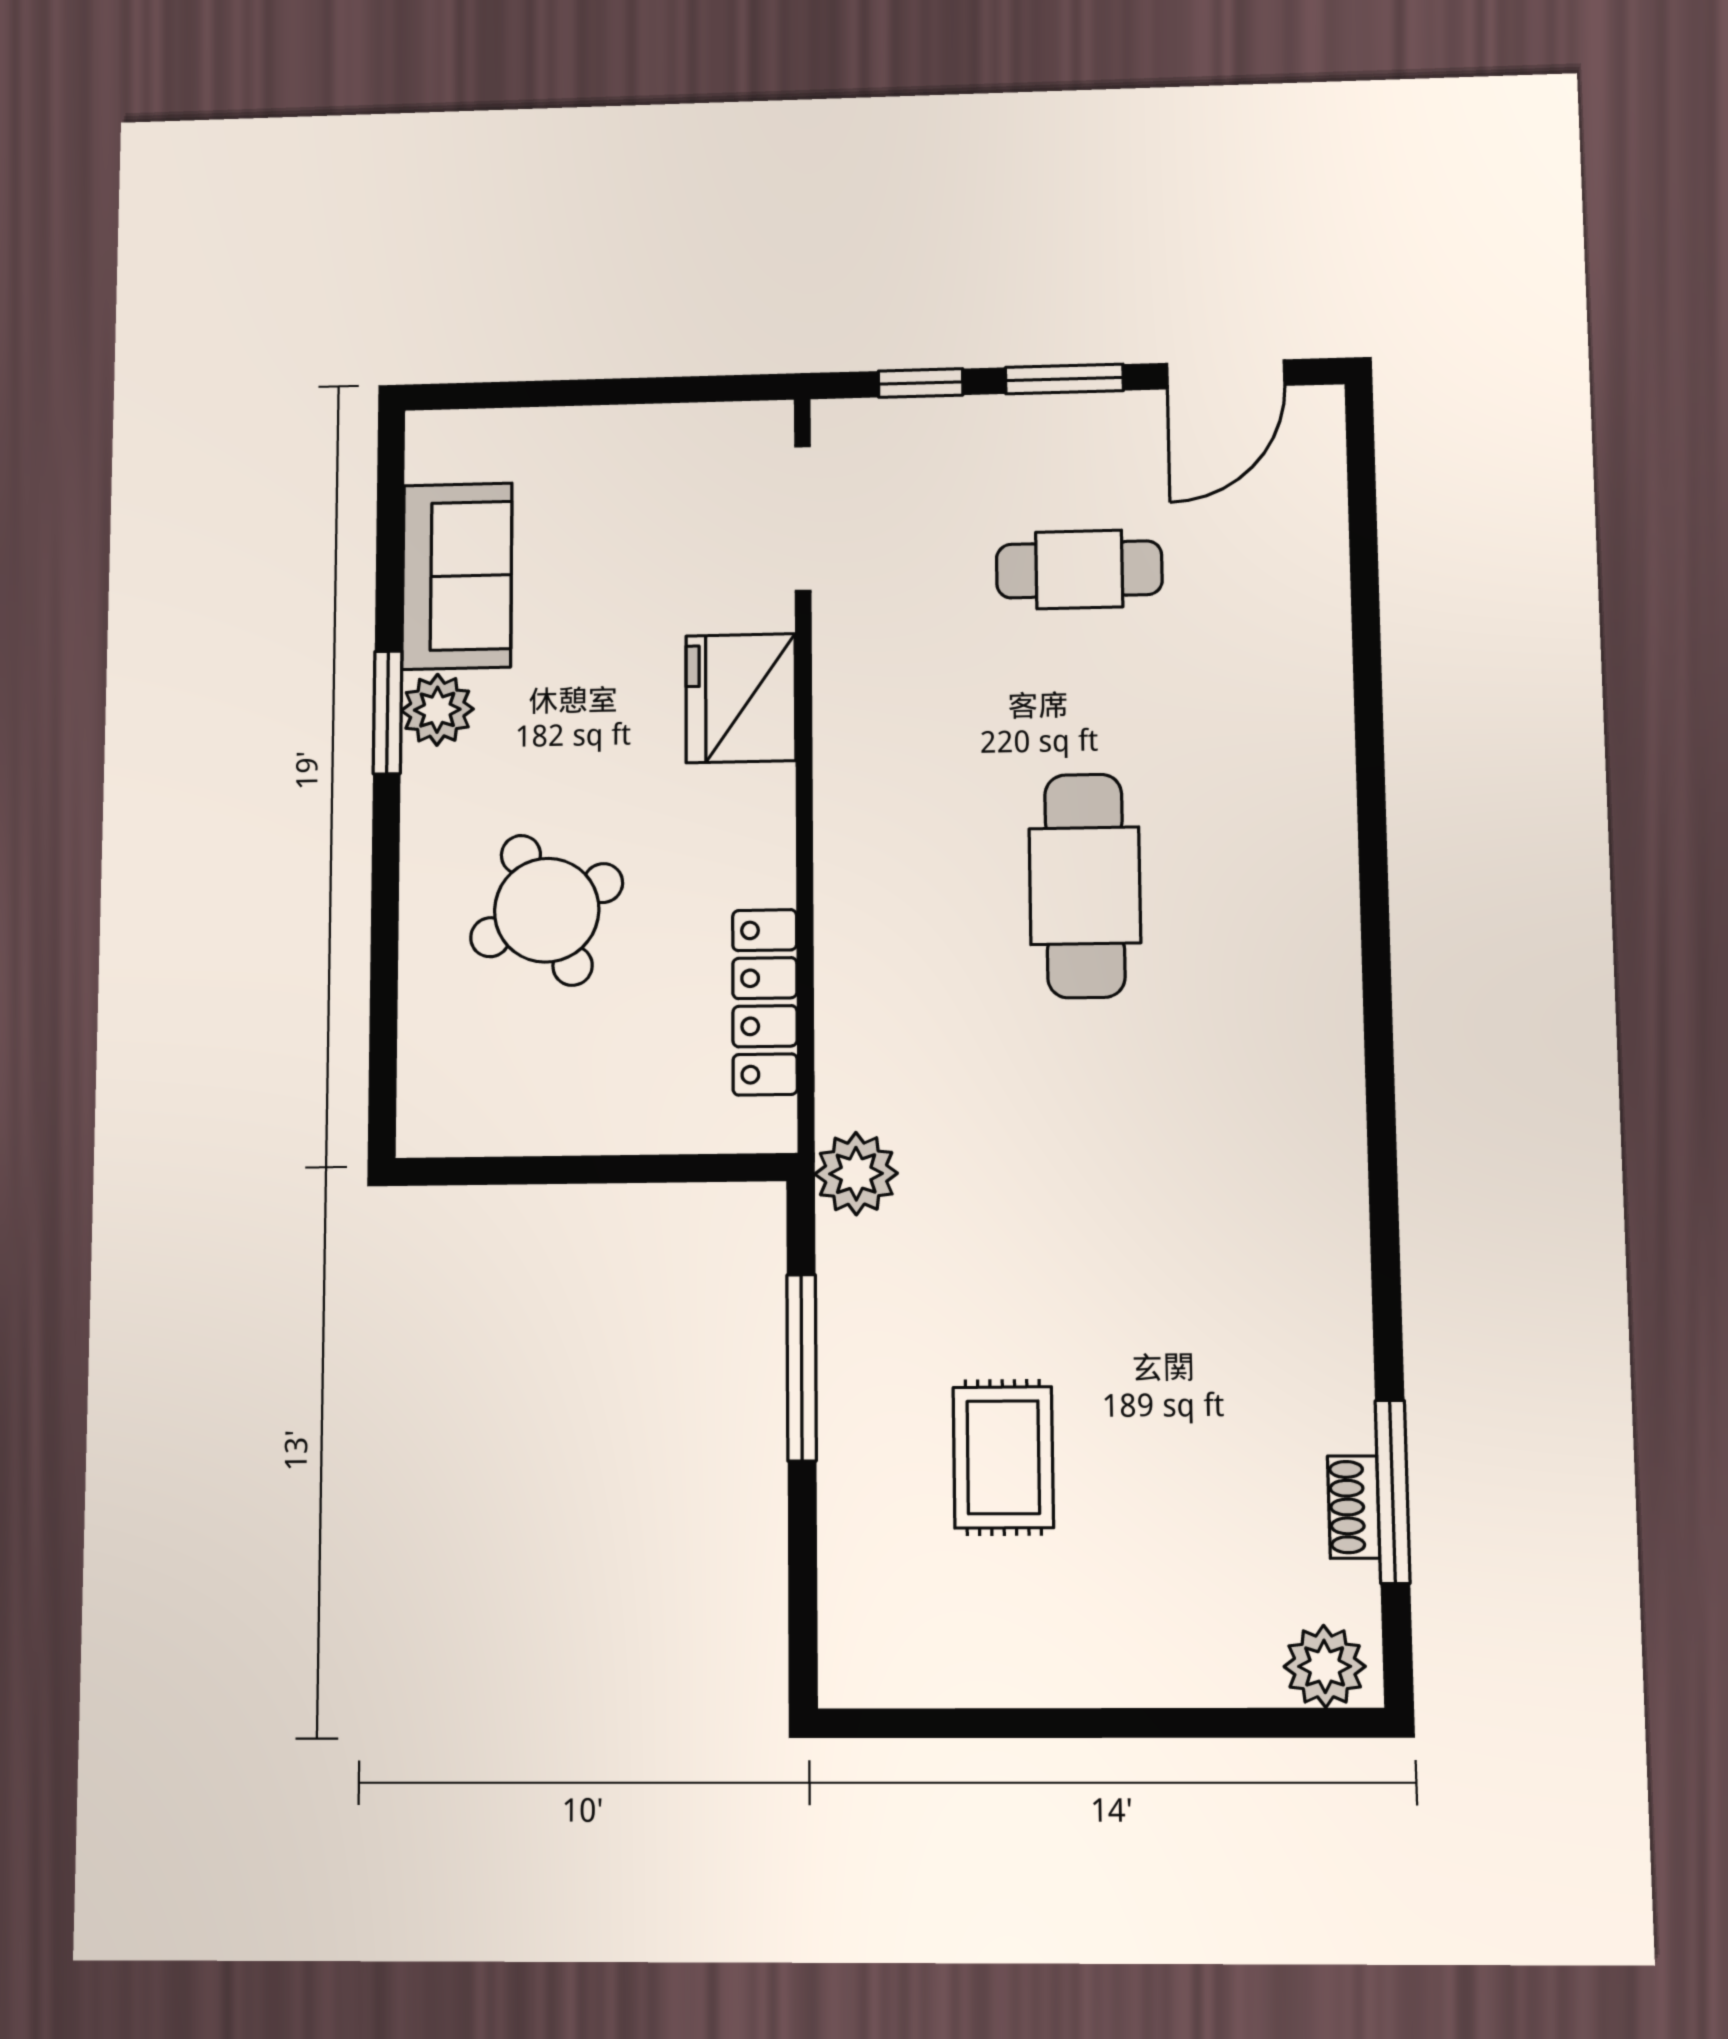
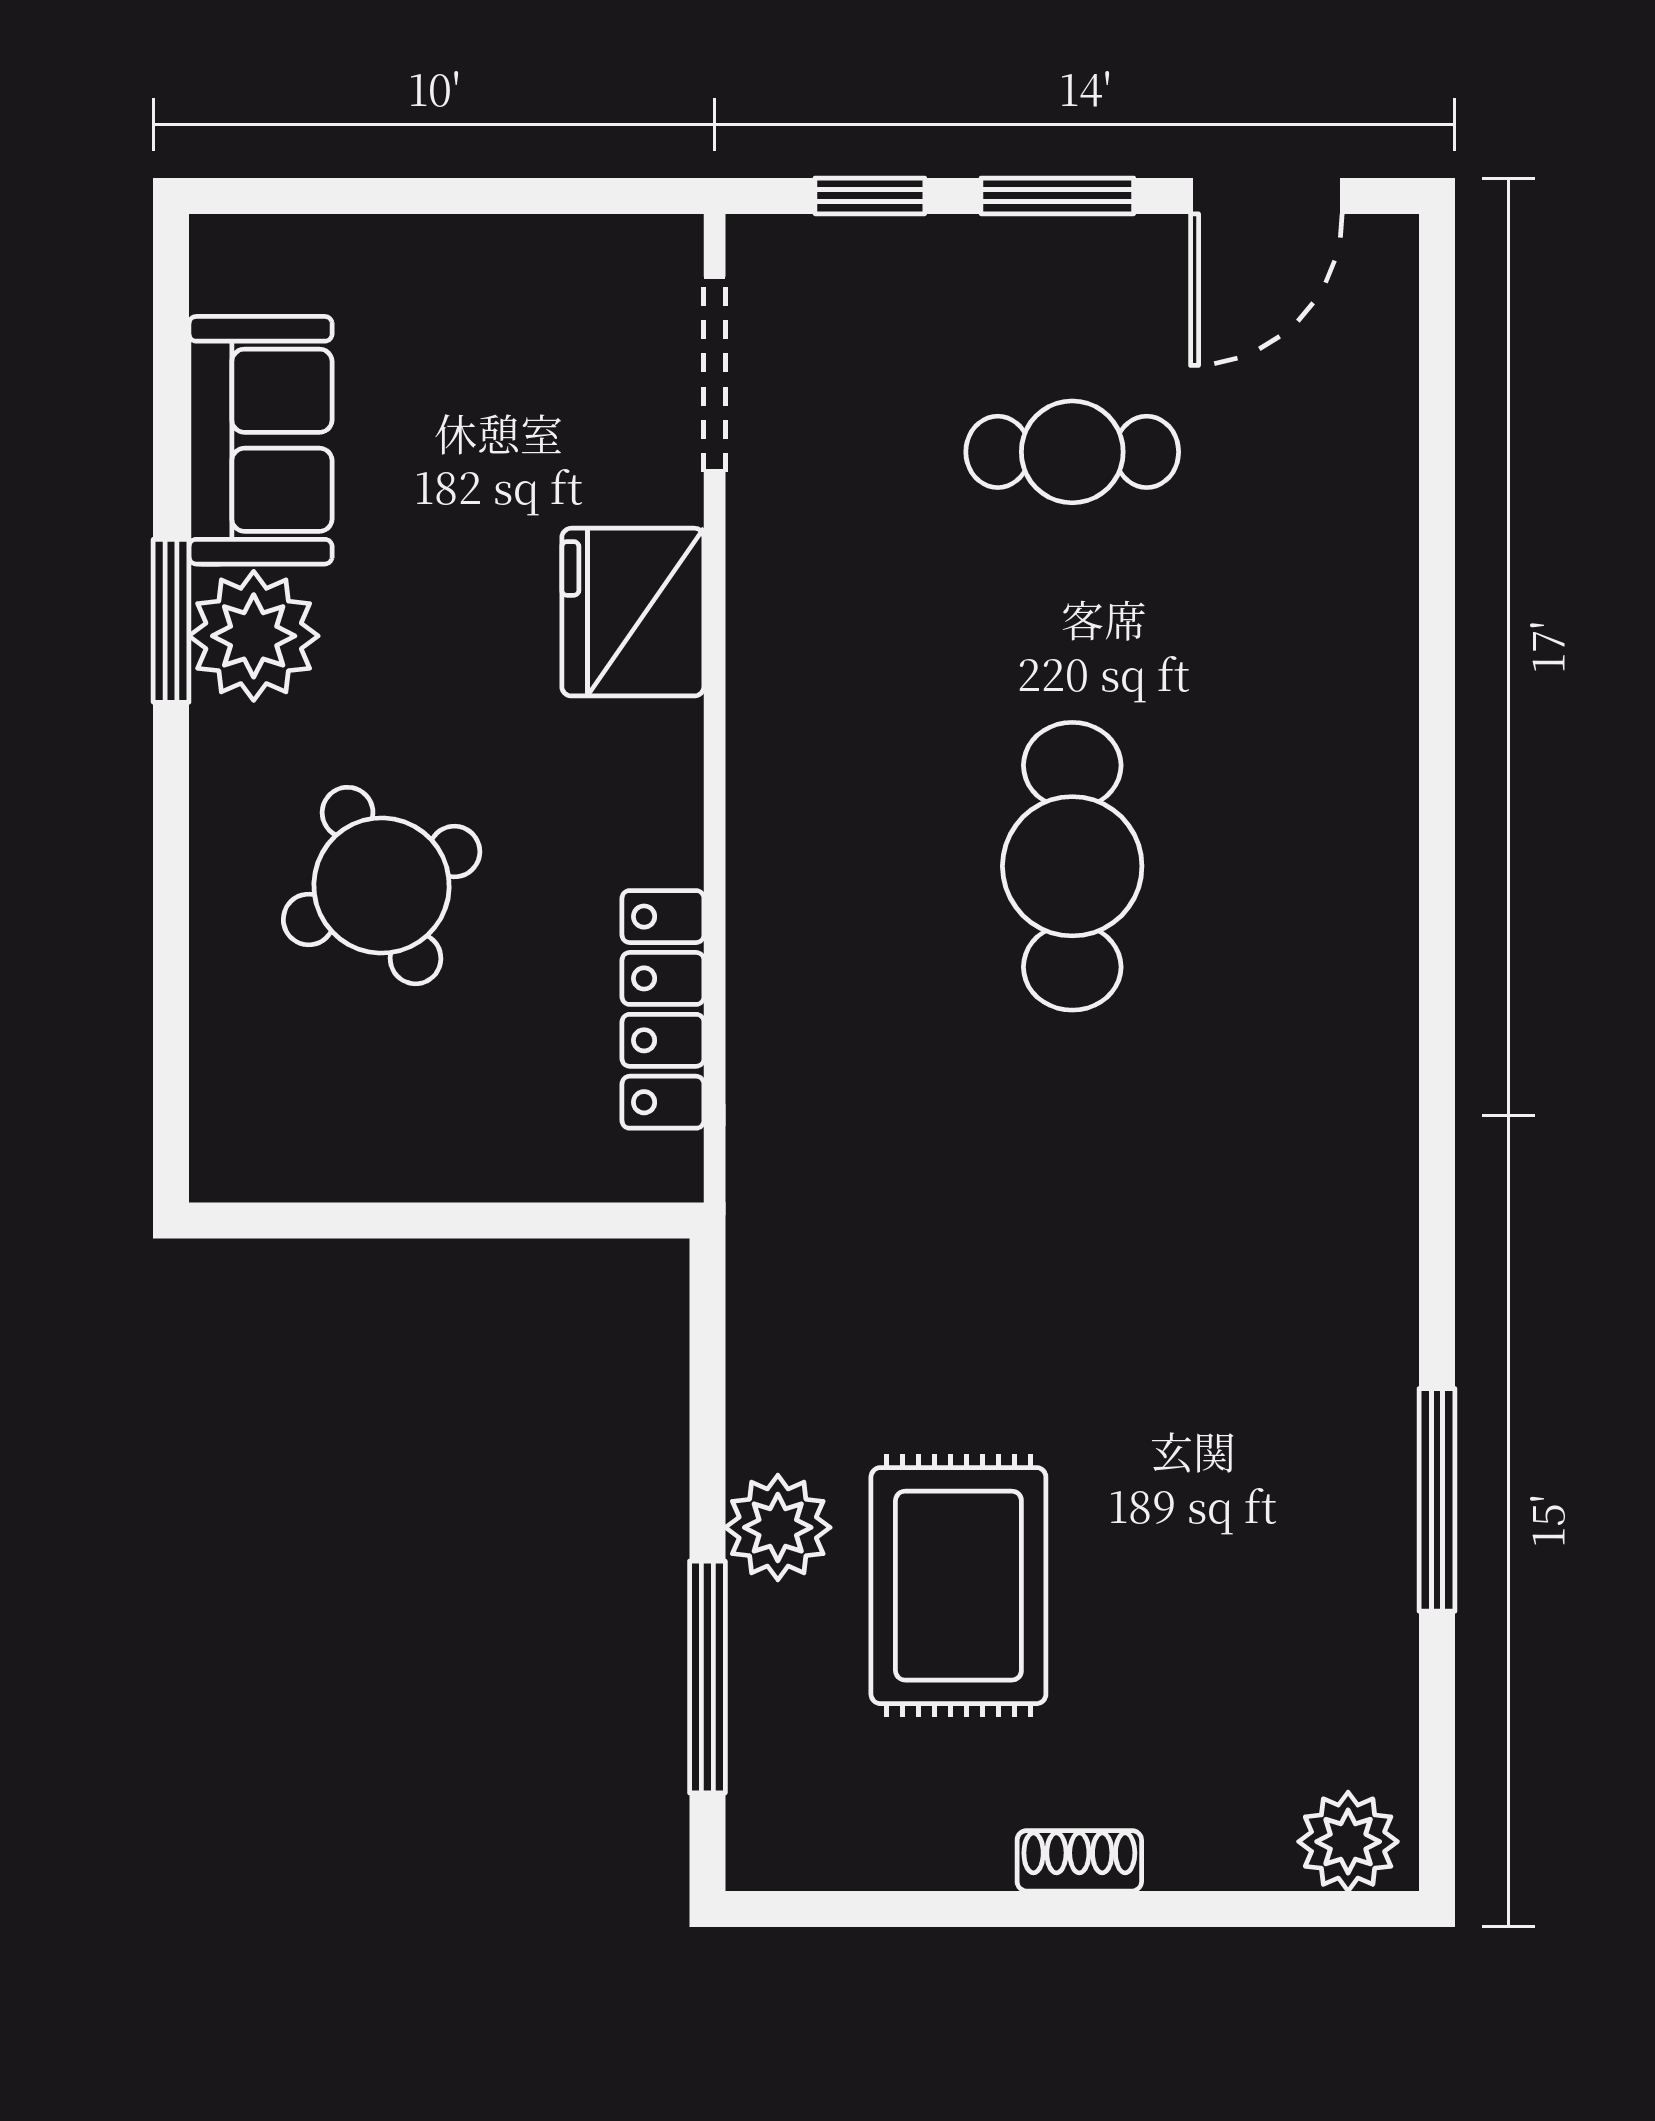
plant: (437, 710) -> (254, 636), width x1.36, depth x1.36
plant: (856, 1174) -> (778, 1527), moved
window: (802, 1368) -> (707, 1677), moved
rug: (1003, 1457) -> (958, 1586), width x1.36, depth x1.43
window: (1393, 1492) -> (1437, 1500), moved
shoe rack: (1354, 1507) -> (1079, 1861), moved, turned 90

